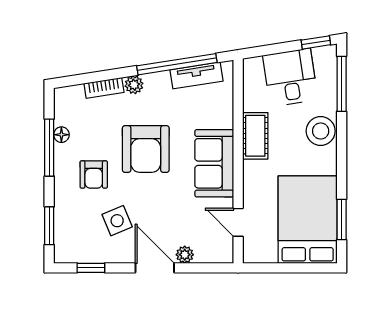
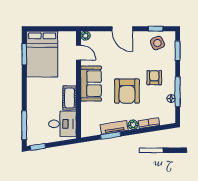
window: (177, 64) -> (111, 136), width x0.47
tv unit: (196, 75) -> (114, 127), moved
desk: (290, 78) -> (62, 124), moved, turned -81
stool: (321, 131) -> (35, 100), removed
armchair: (146, 149) -> (127, 91), turned 180
side table: (117, 221) -> (157, 43), moved
plant: (185, 255) -> (85, 36), moved

